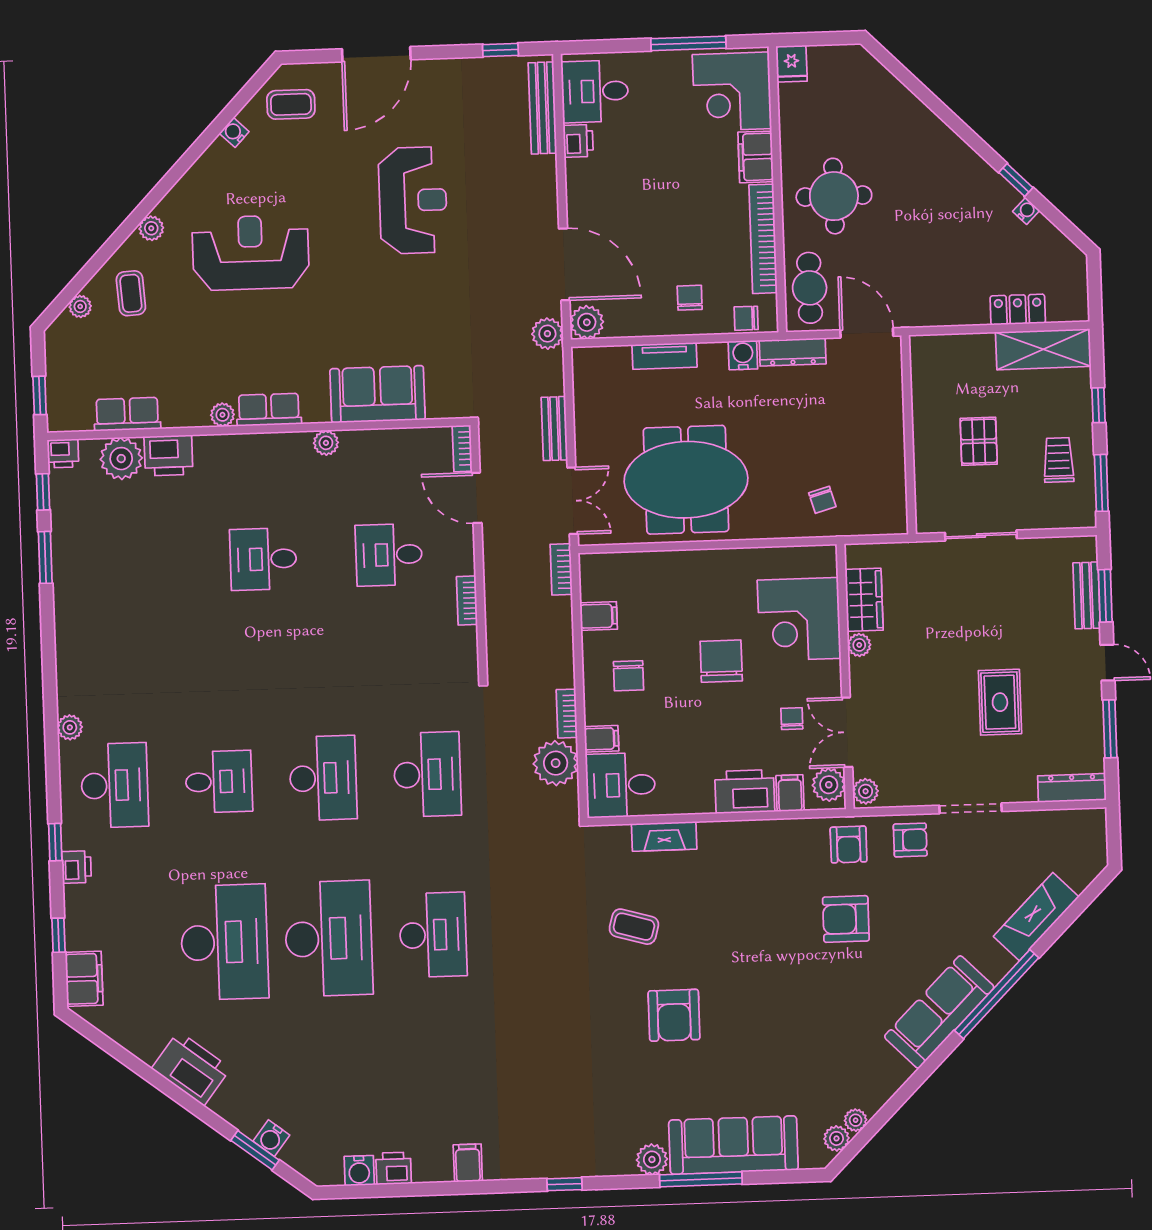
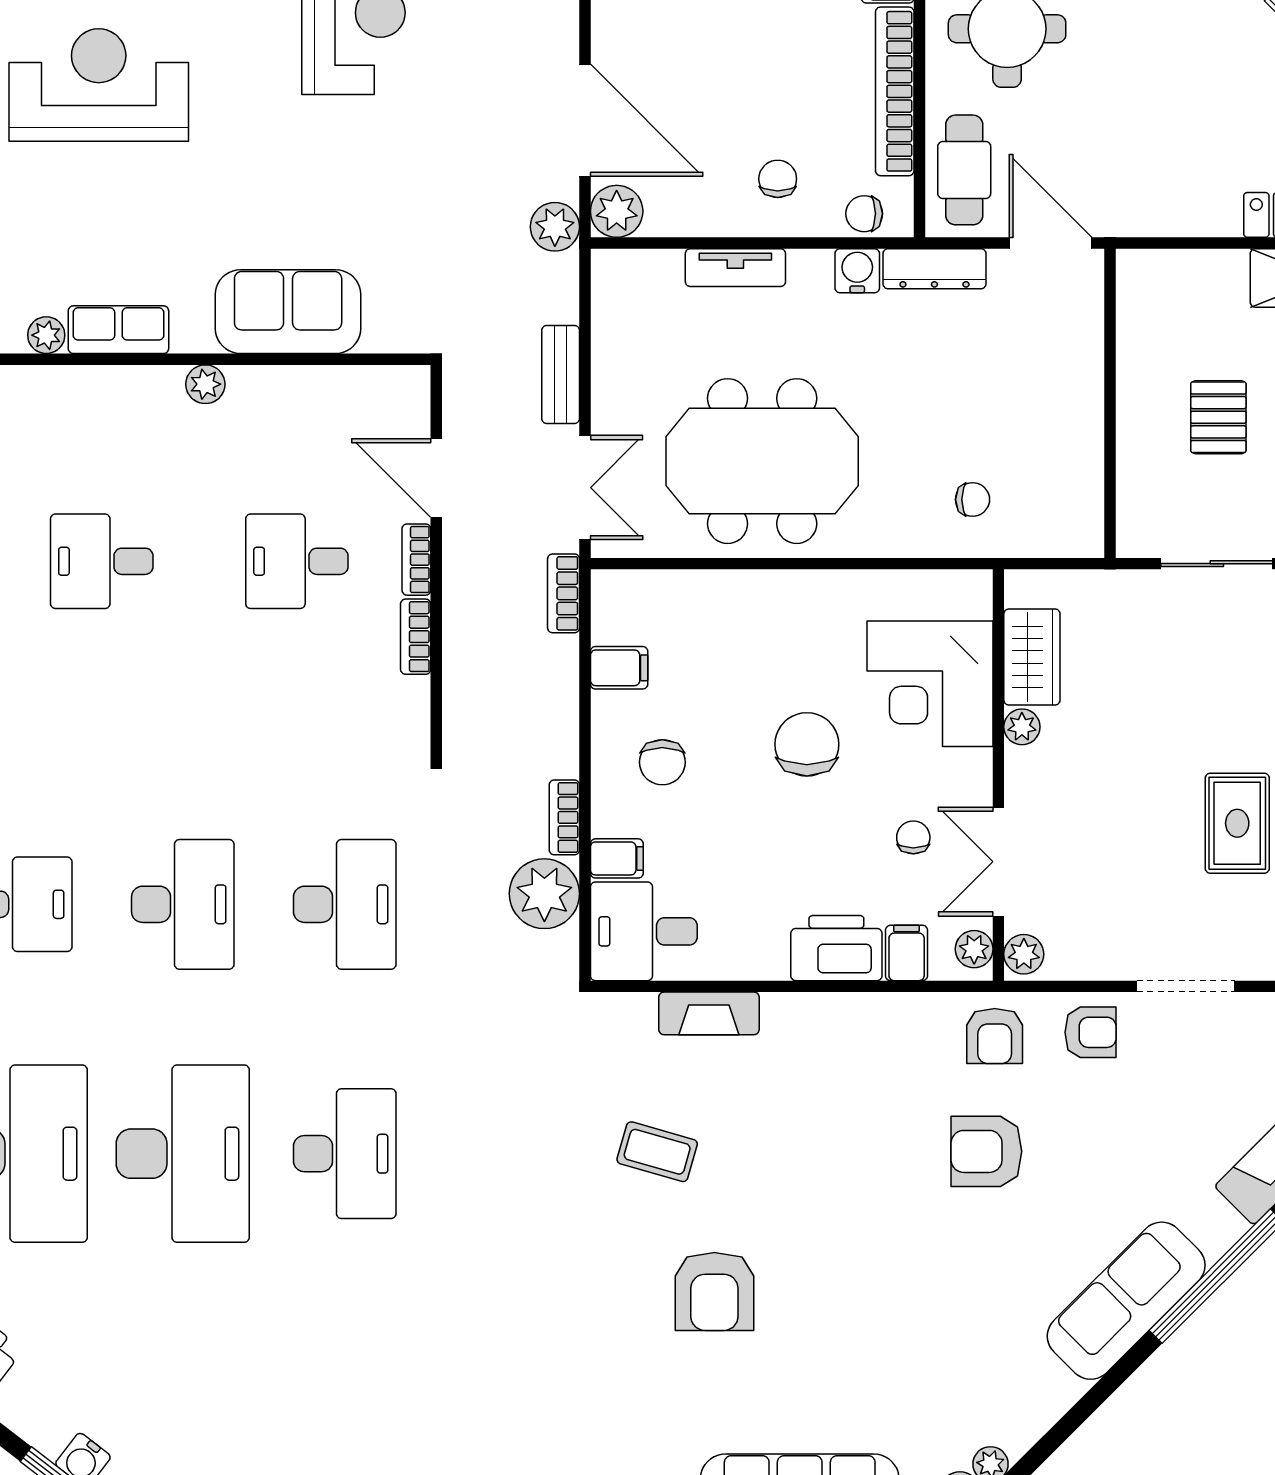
bookcase: (462, 449) -> (416, 560), moved
chair: (822, 500) -> (973, 500), turned -74
plant: (829, 785) -> (974, 949), width x0.73, depth x0.73

